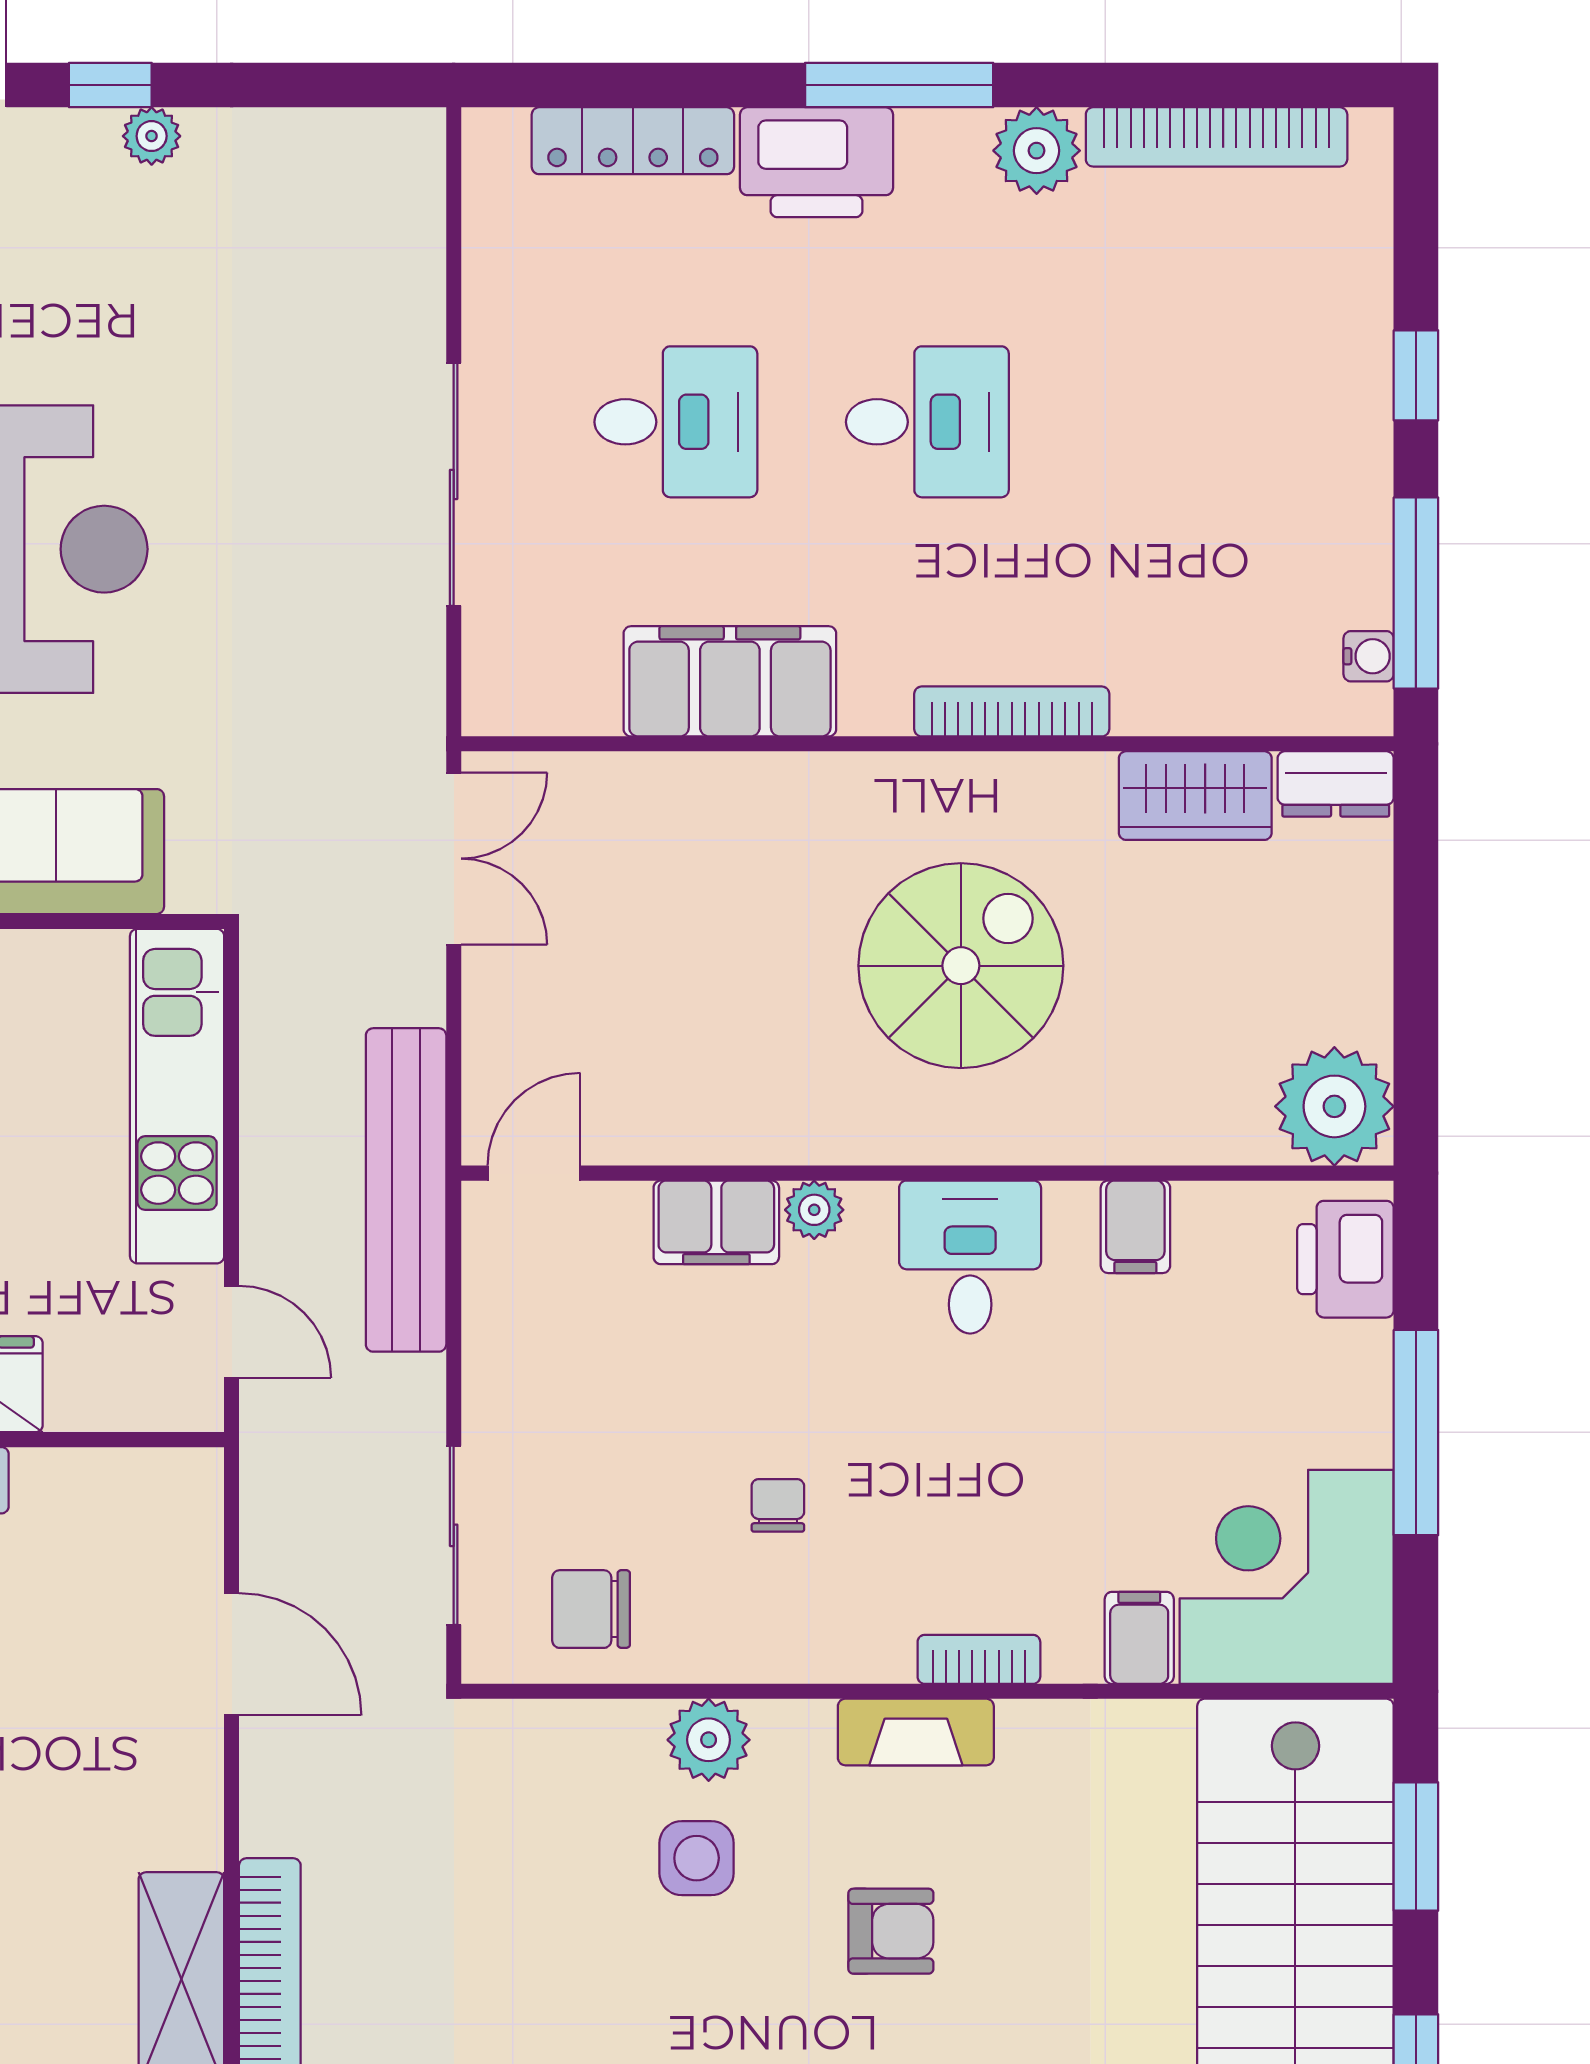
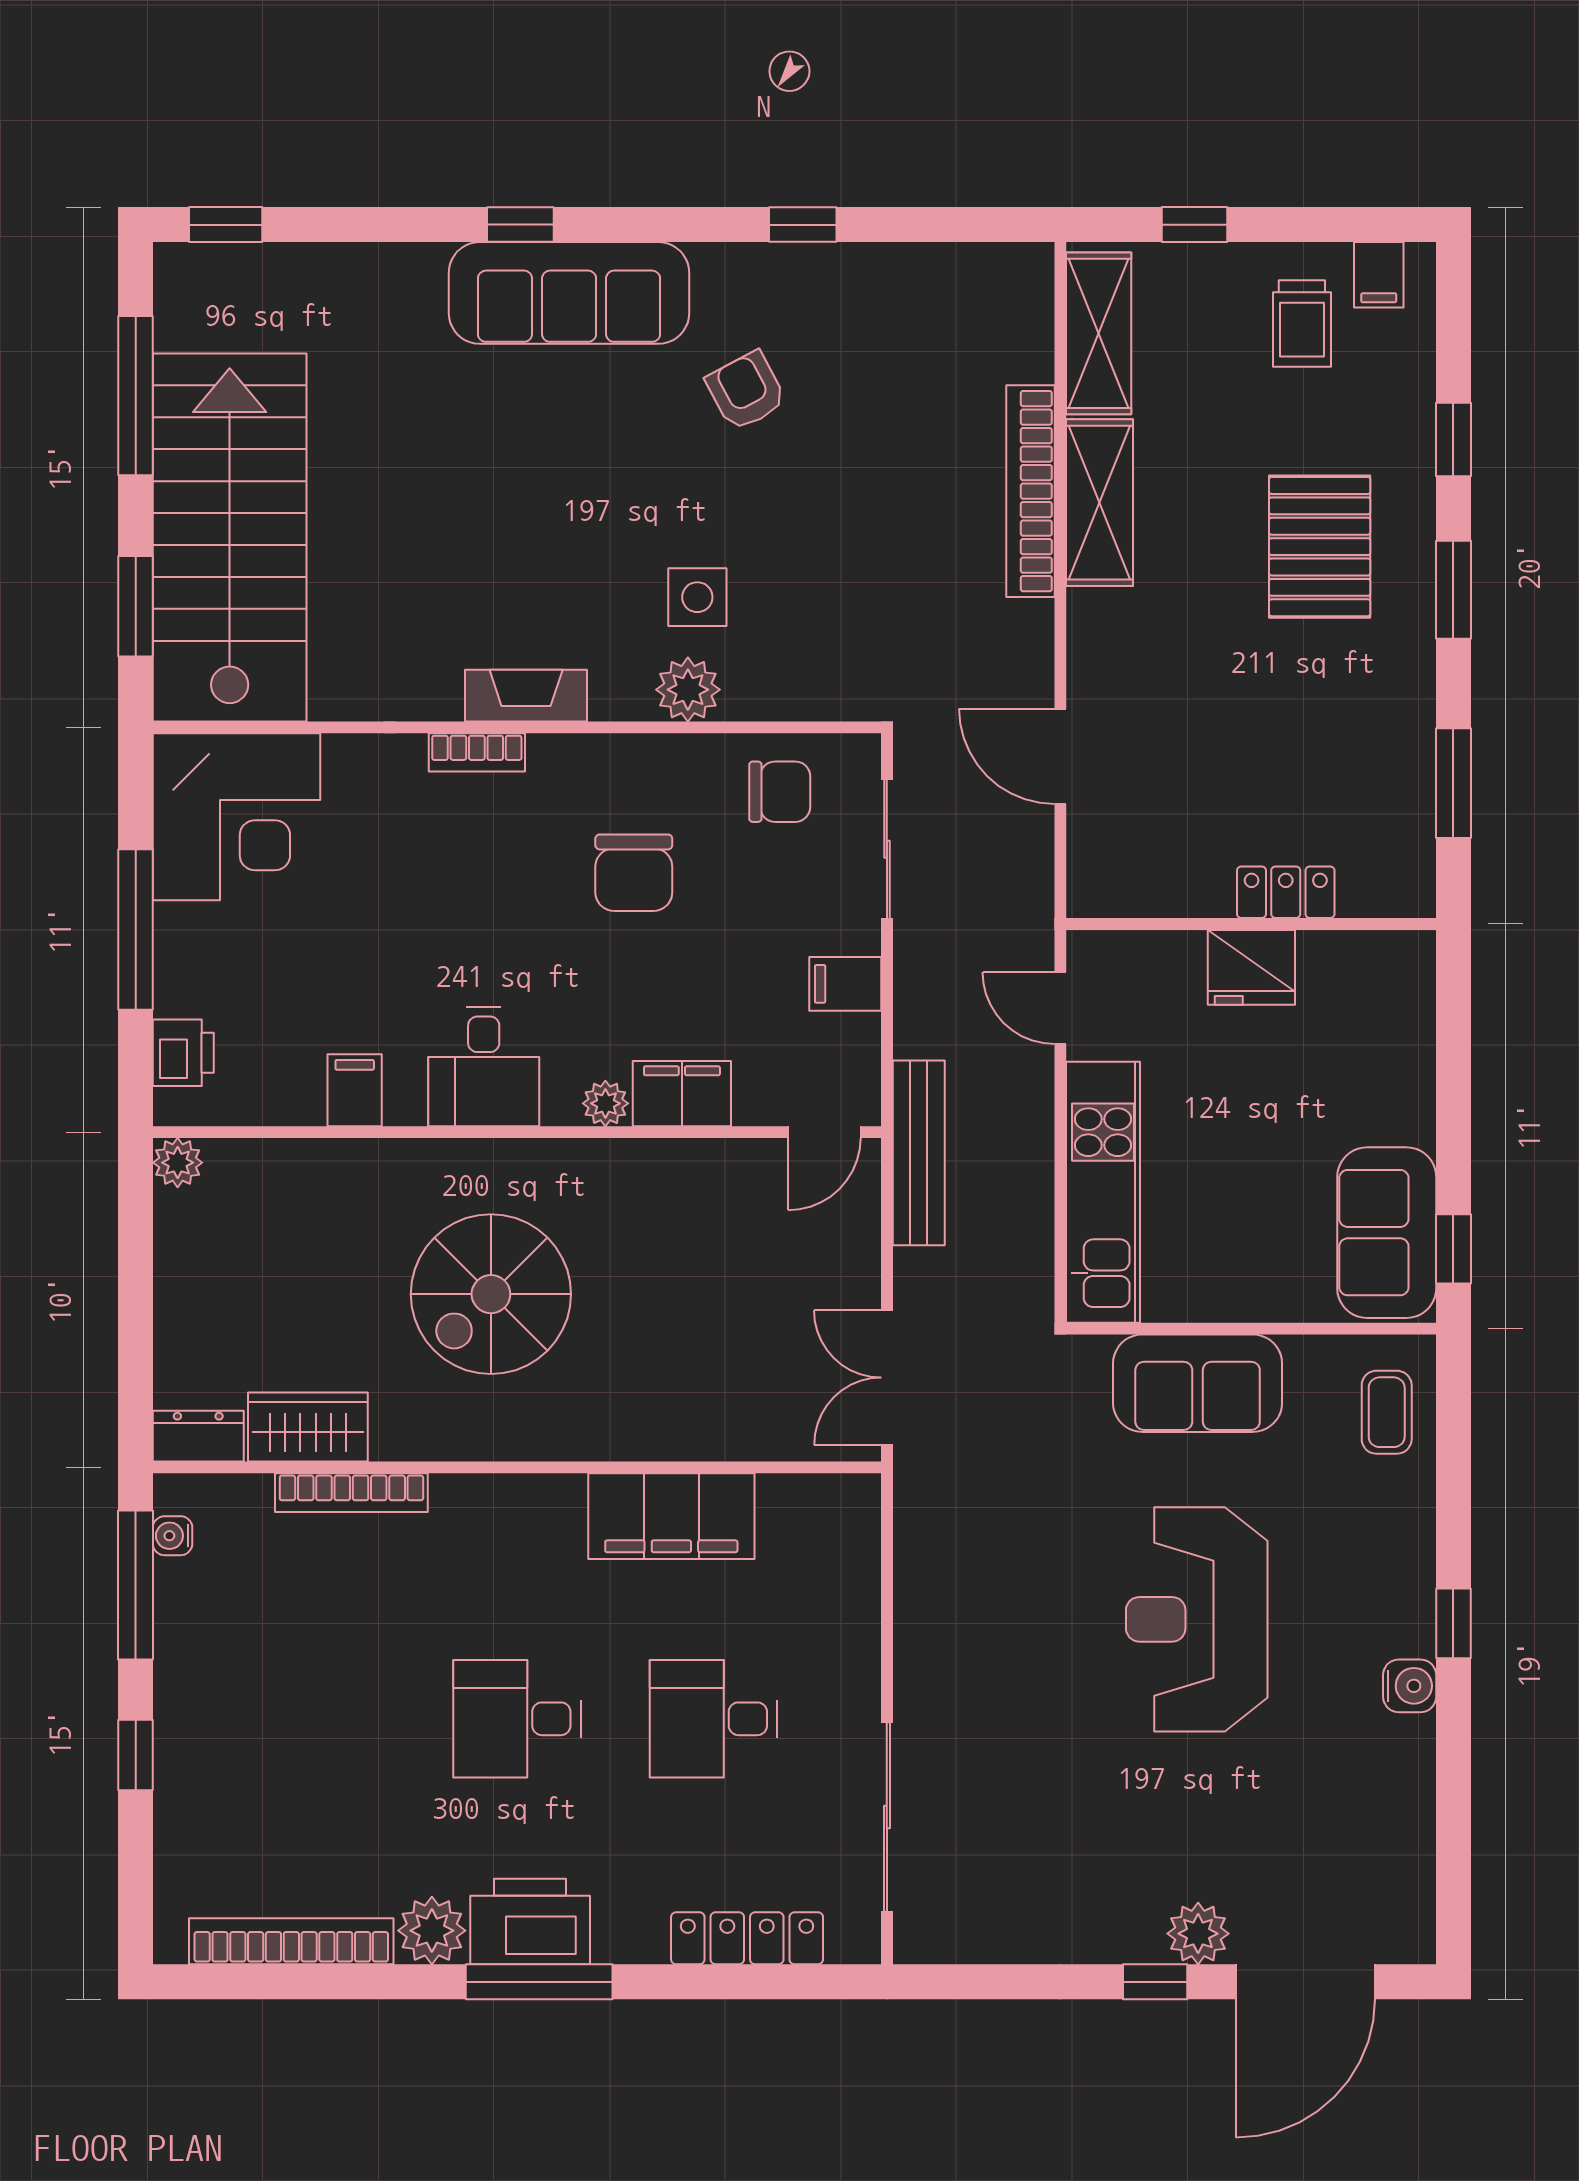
plant: (152, 136) -> (1198, 1934), moved, width x1.38, depth x1.38
printer: (816, 162) -> (530, 1921), moved
sliding door: (454, 484) -> (887, 1817), moved
bookcase: (1012, 711) -> (351, 1493), moved
plant: (1334, 1106) -> (178, 1163), width x0.53, depth x0.53
bench: (406, 1190) -> (919, 1153), width x0.73, depth x0.82
printer: (1345, 1259) -> (183, 1053), width x0.73, depth x0.81
chair: (778, 1505) -> (634, 873), width x1.87, depth x1.87
filing cabinet: (1139, 1638) -> (845, 984), moved, turned 90
armchair: (891, 1931) -> (546, 540), removed

